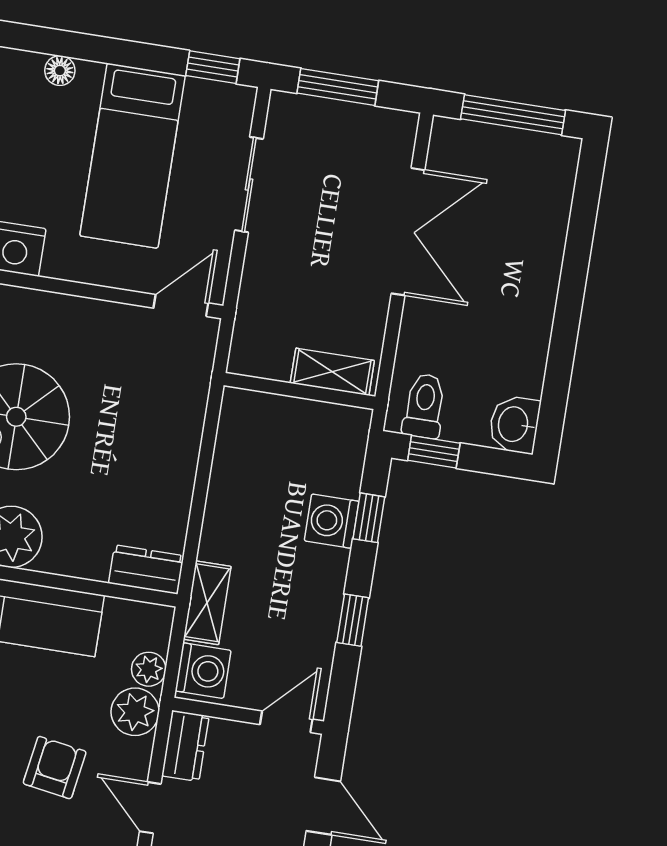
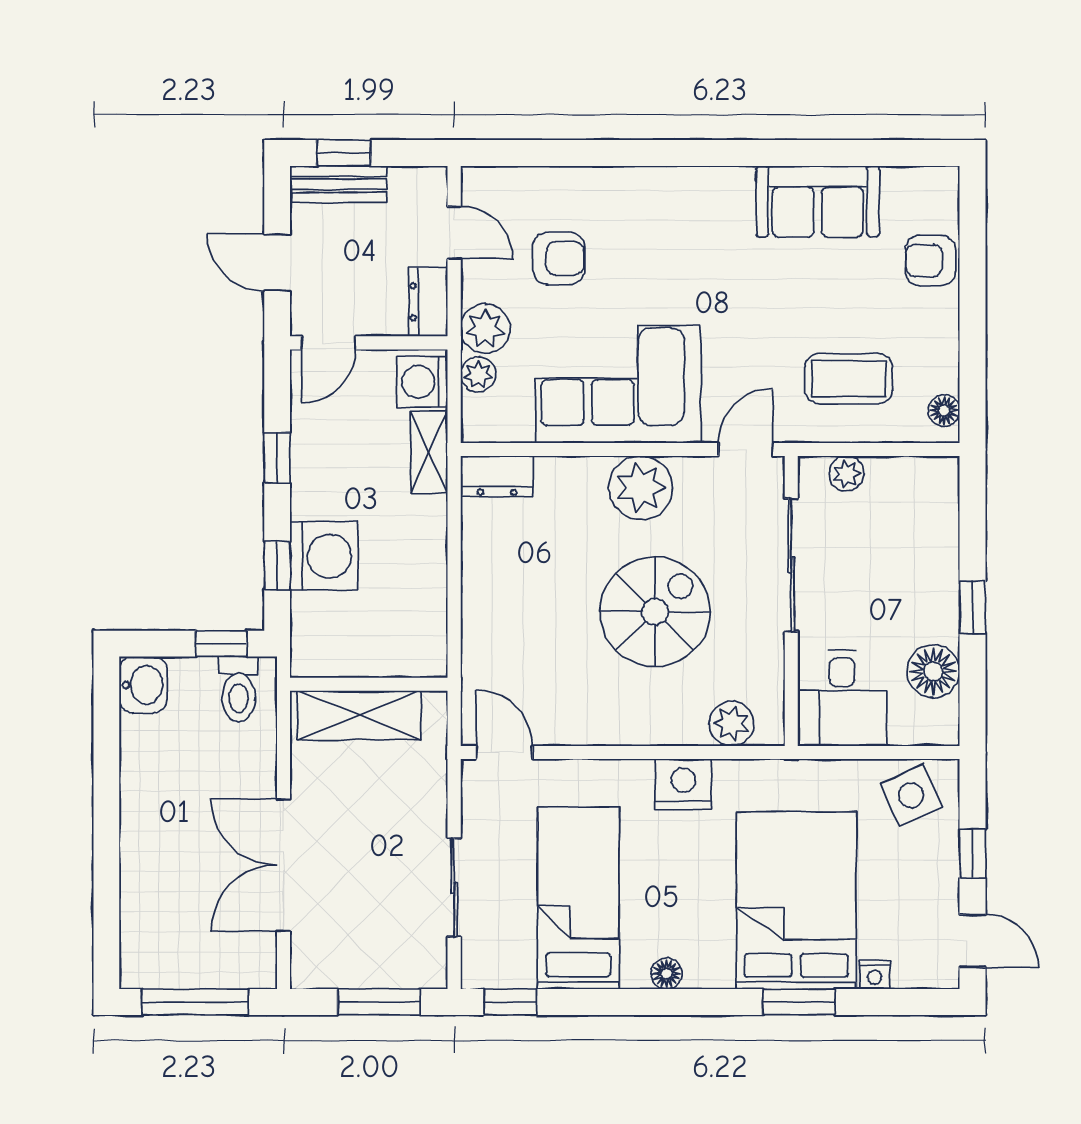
door: (181, 306) -> (504, 752), swing flipped
shelving: (332, 372) -> (359, 715), width x1.50, depth x1.33
washing machine: (332, 521) -> (324, 556), width x1.37, depth x1.37
armchair: (55, 768) -> (559, 258), turned -99

